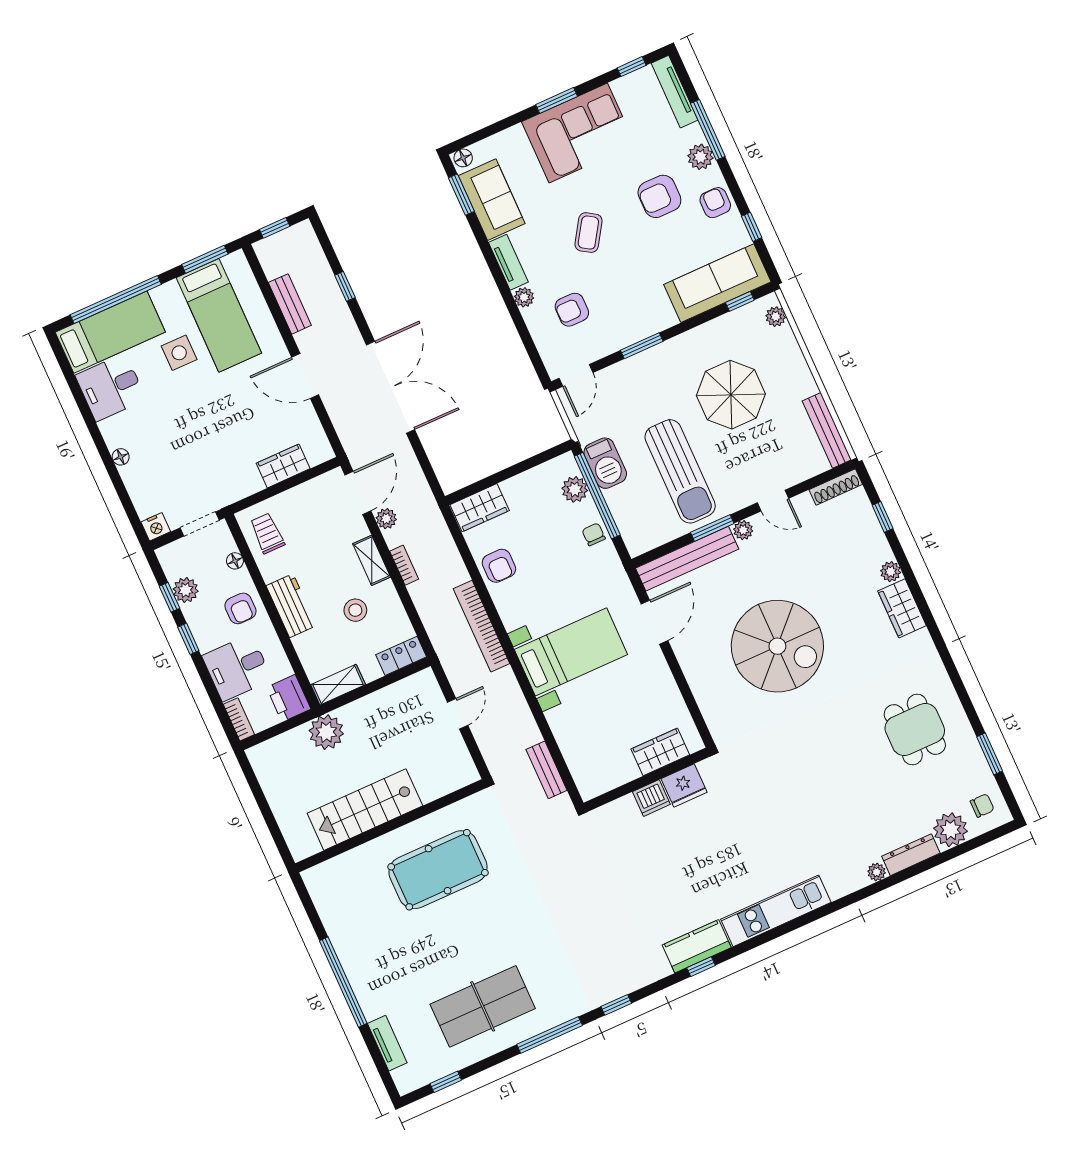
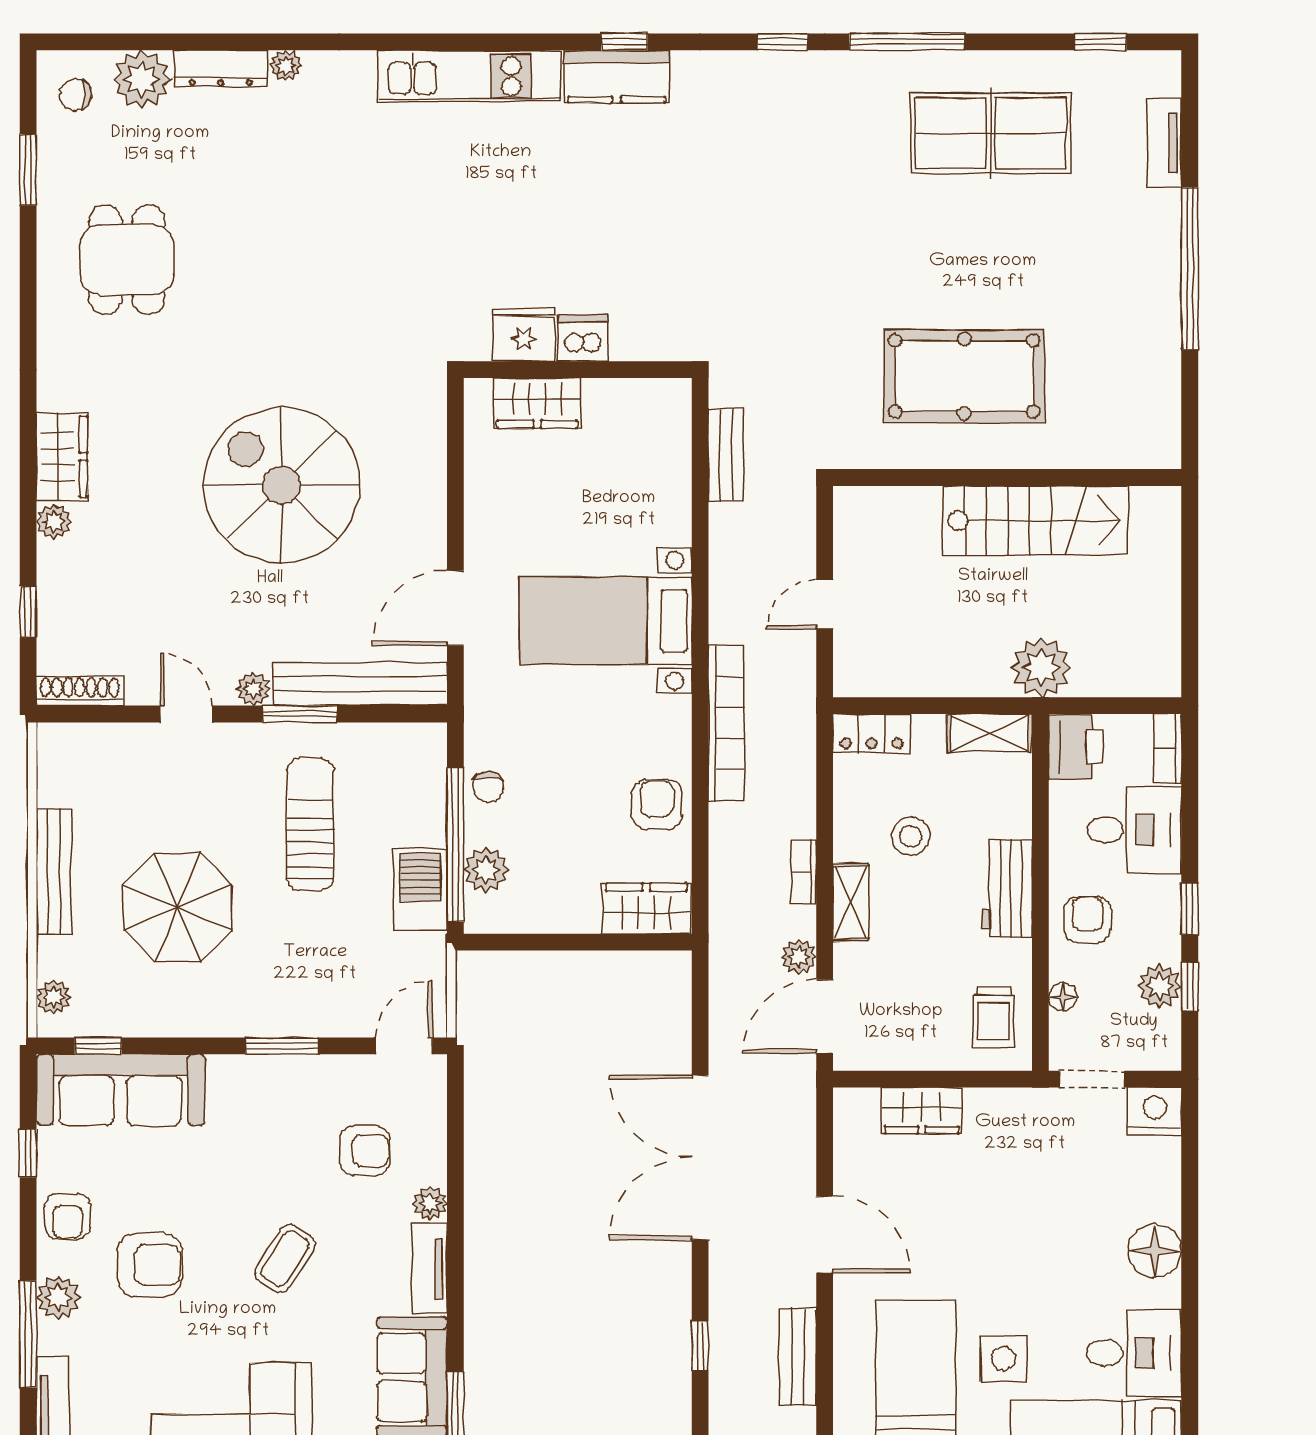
bench: (827, 430) -> (54, 872), moved
floor lamp: (121, 457) -> (1155, 1251), width x1.89, depth x1.89
sun lounger: (680, 471) -> (310, 824), width x0.73, depth x0.75
nightstand: (156, 527) -> (1155, 1111), width x1.36, depth x1.33

